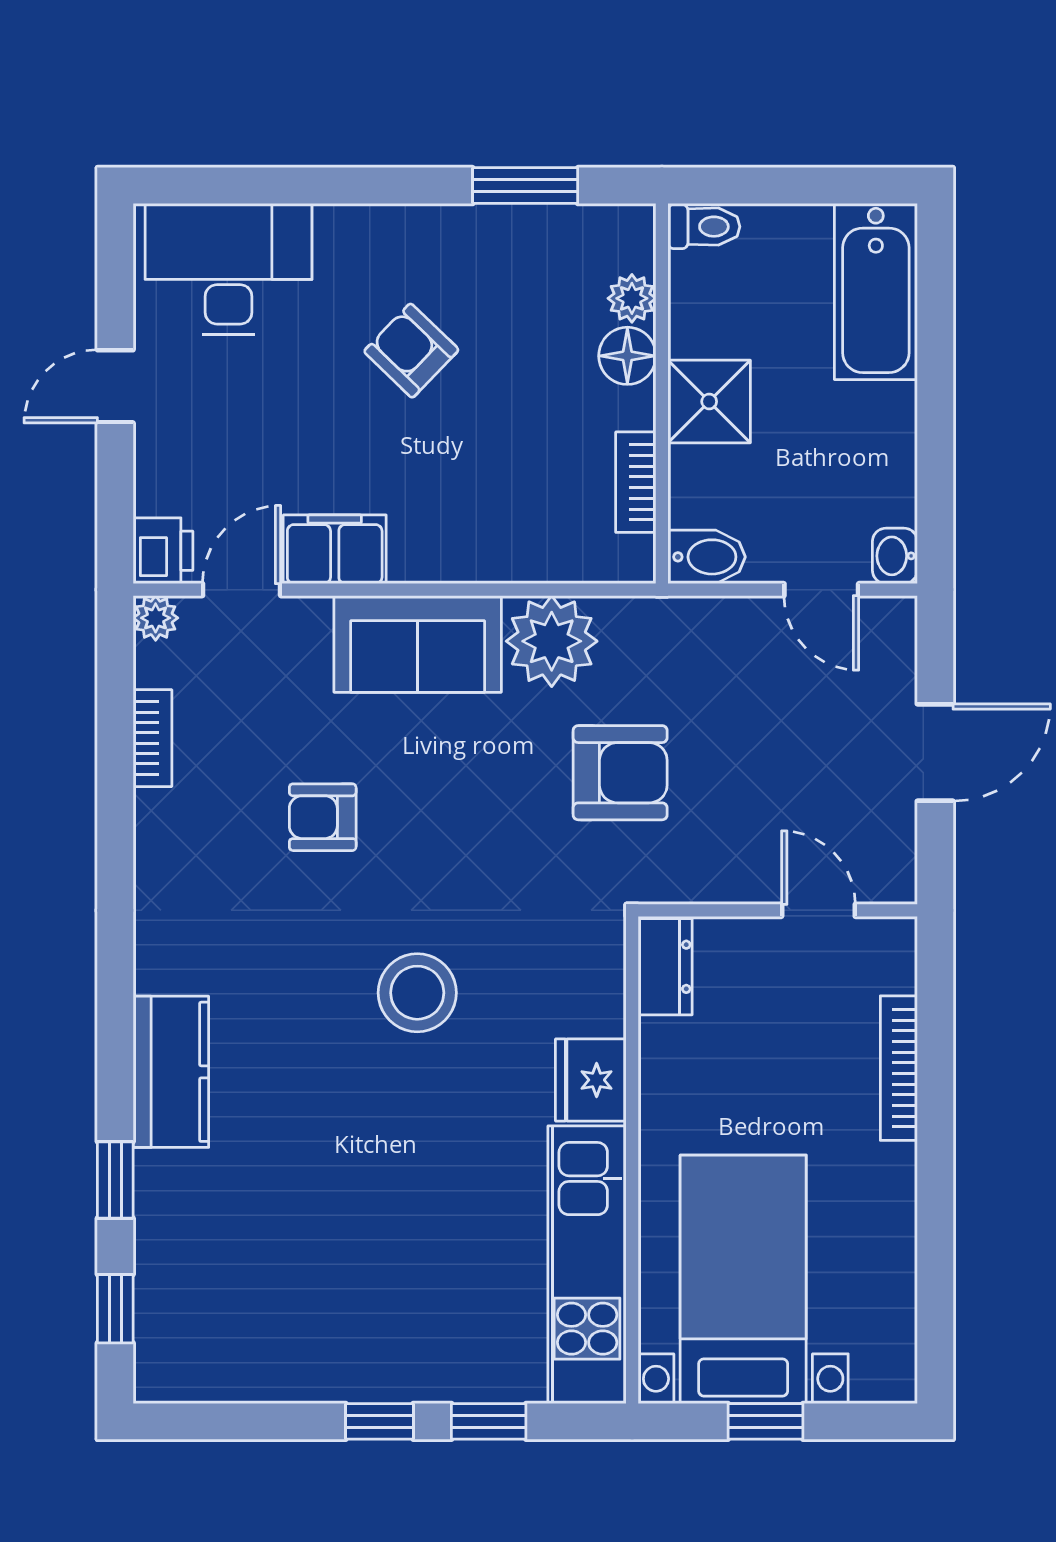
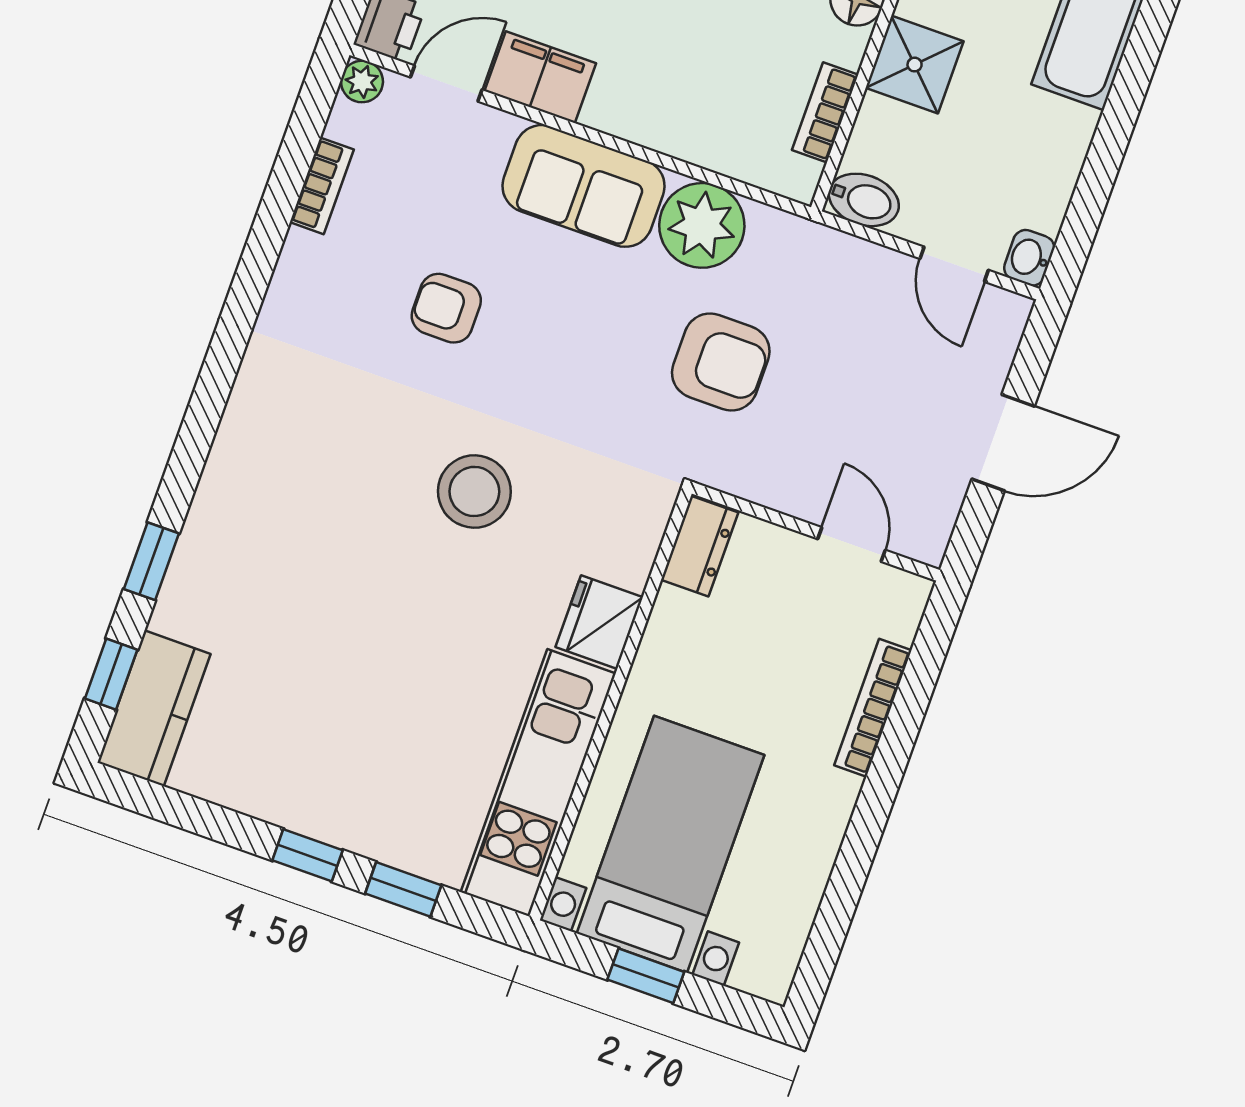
kitchen counter: (171, 1072) -> (154, 708), moved

